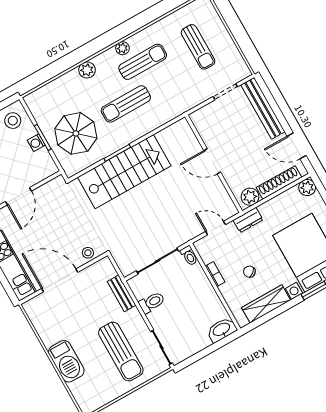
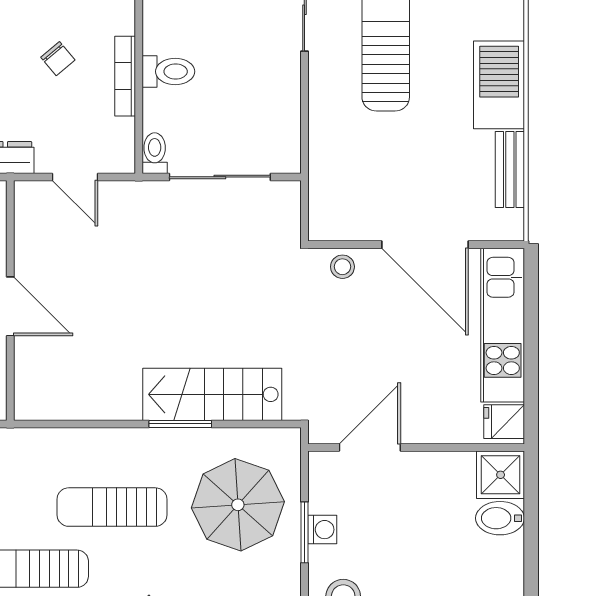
sun lounger: (126, 104) -> (112, 507), turned 180
stairs: (124, 172) -> (212, 394), width x0.73, depth x0.66
door: (18, 196) -> (370, 448), moved
bookcase: (215, 274) -> (125, 76), width x1.56
bench: (122, 293) -> (510, 169), moved
toilet: (152, 302) -> (168, 71), moved, turned 180

